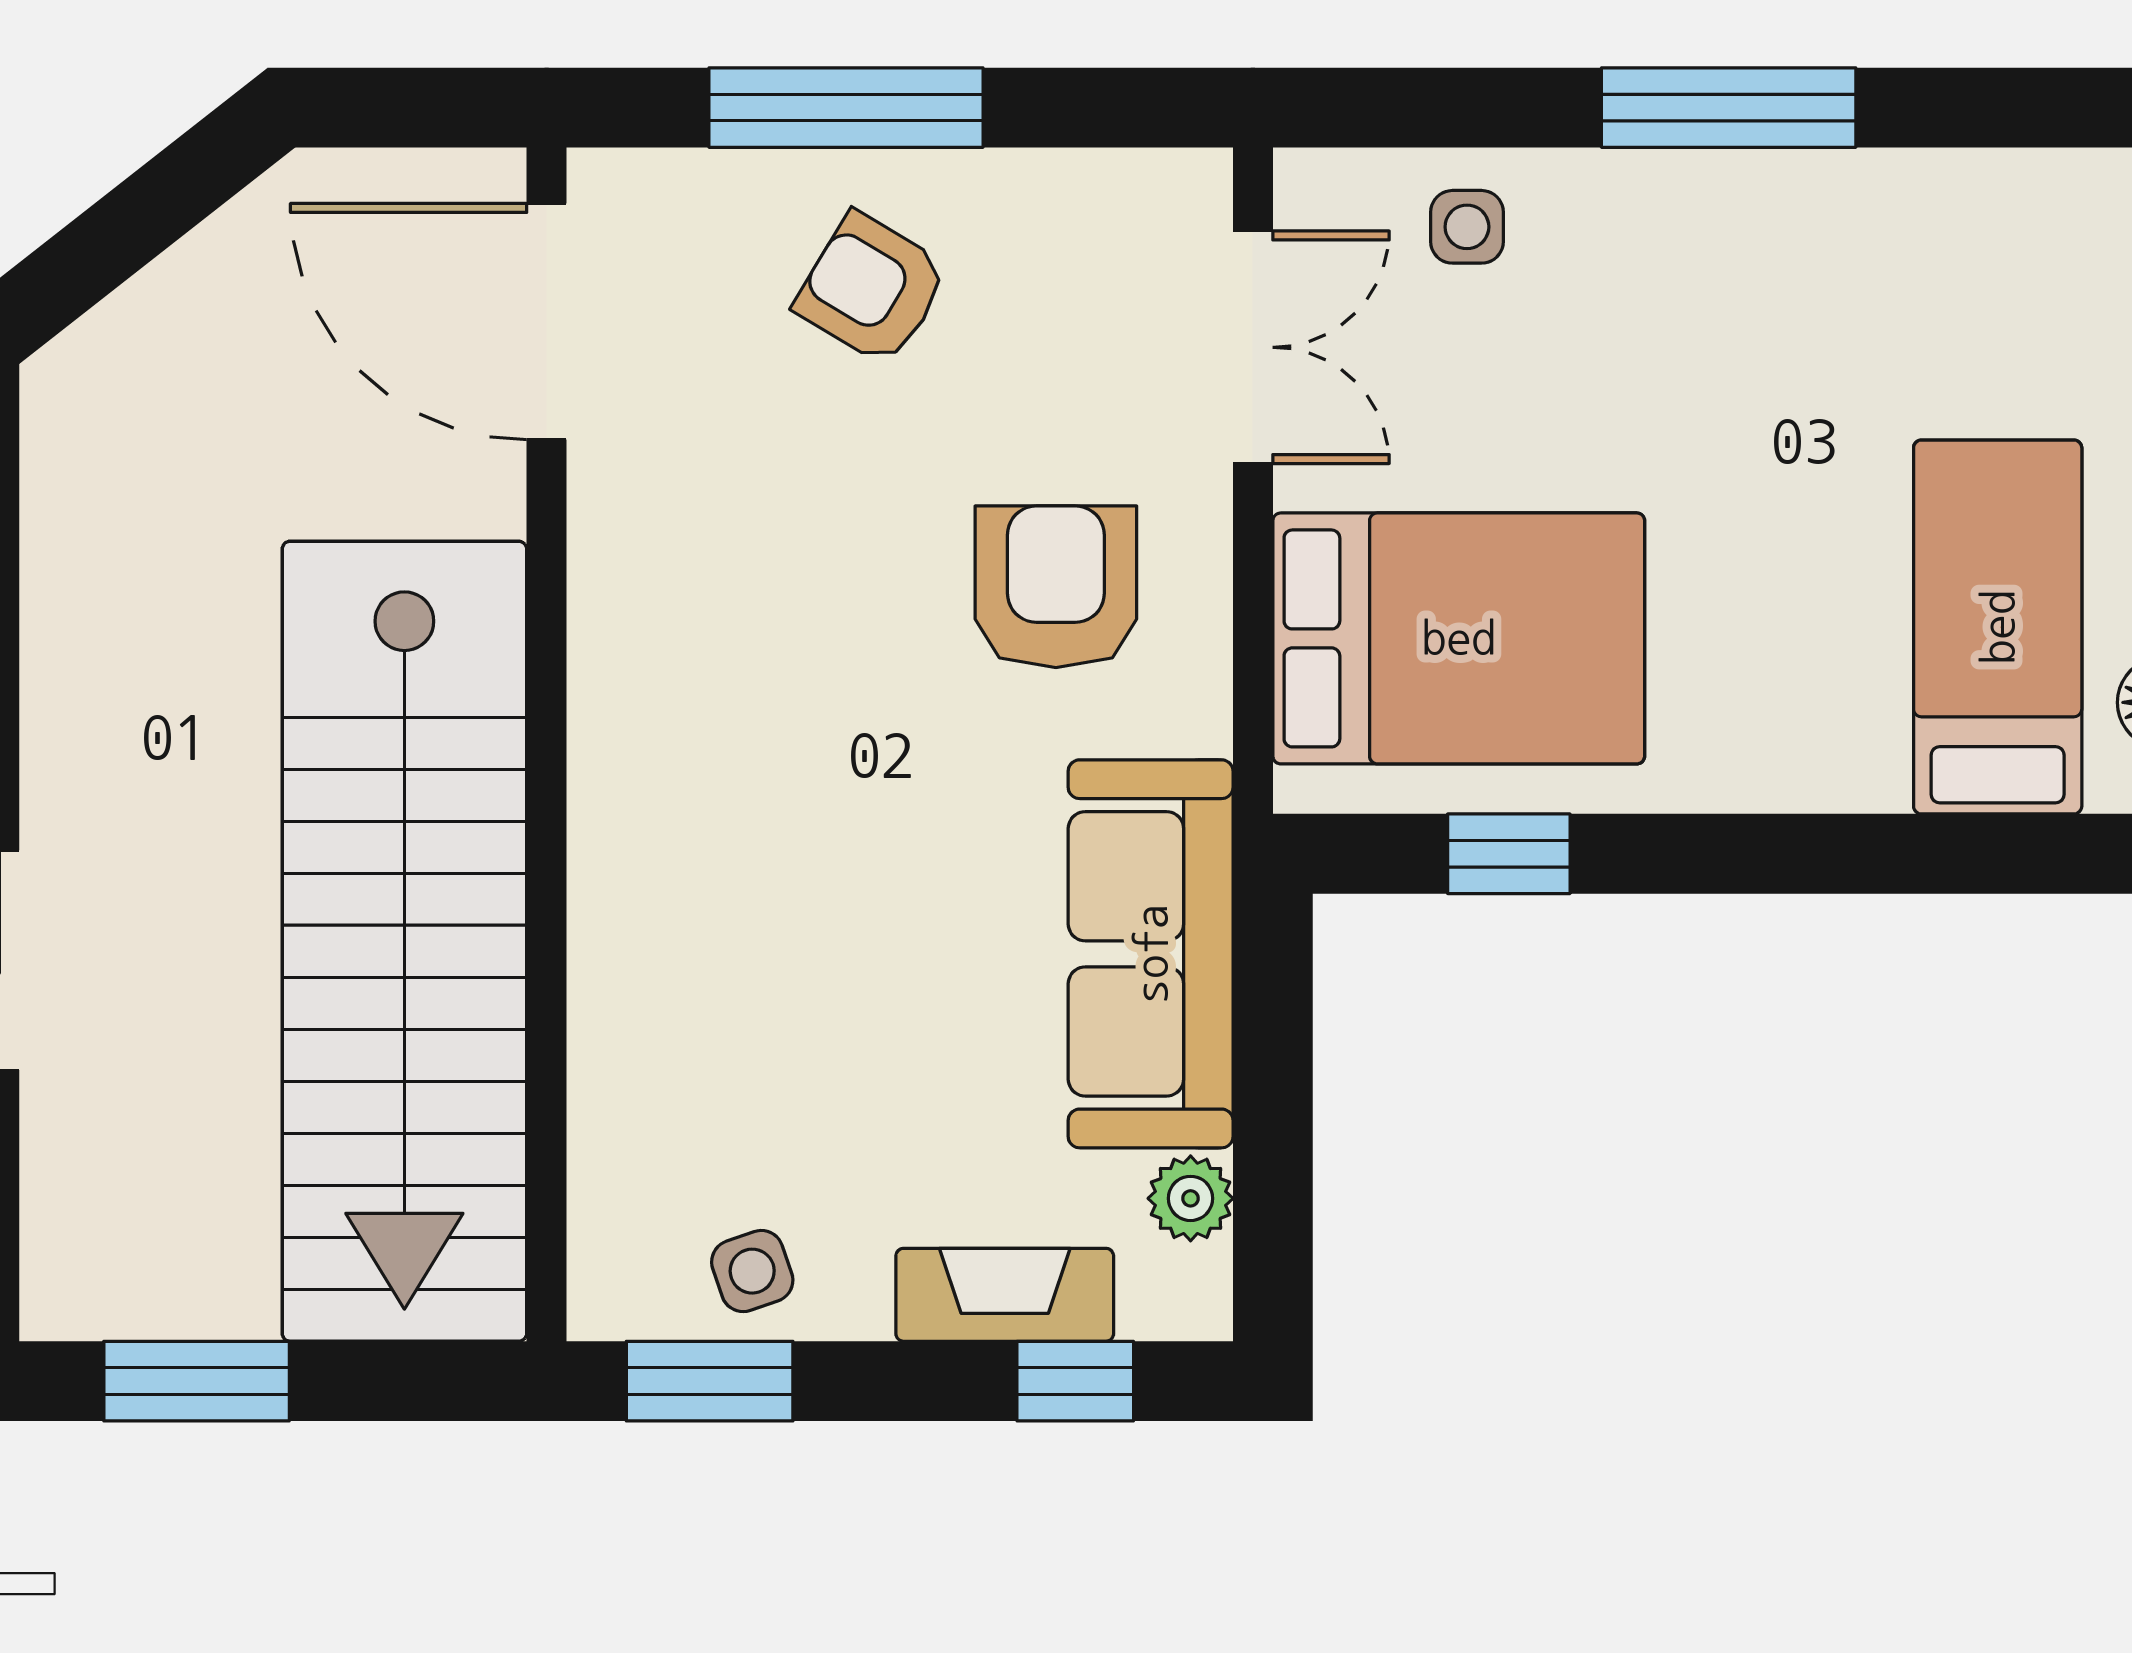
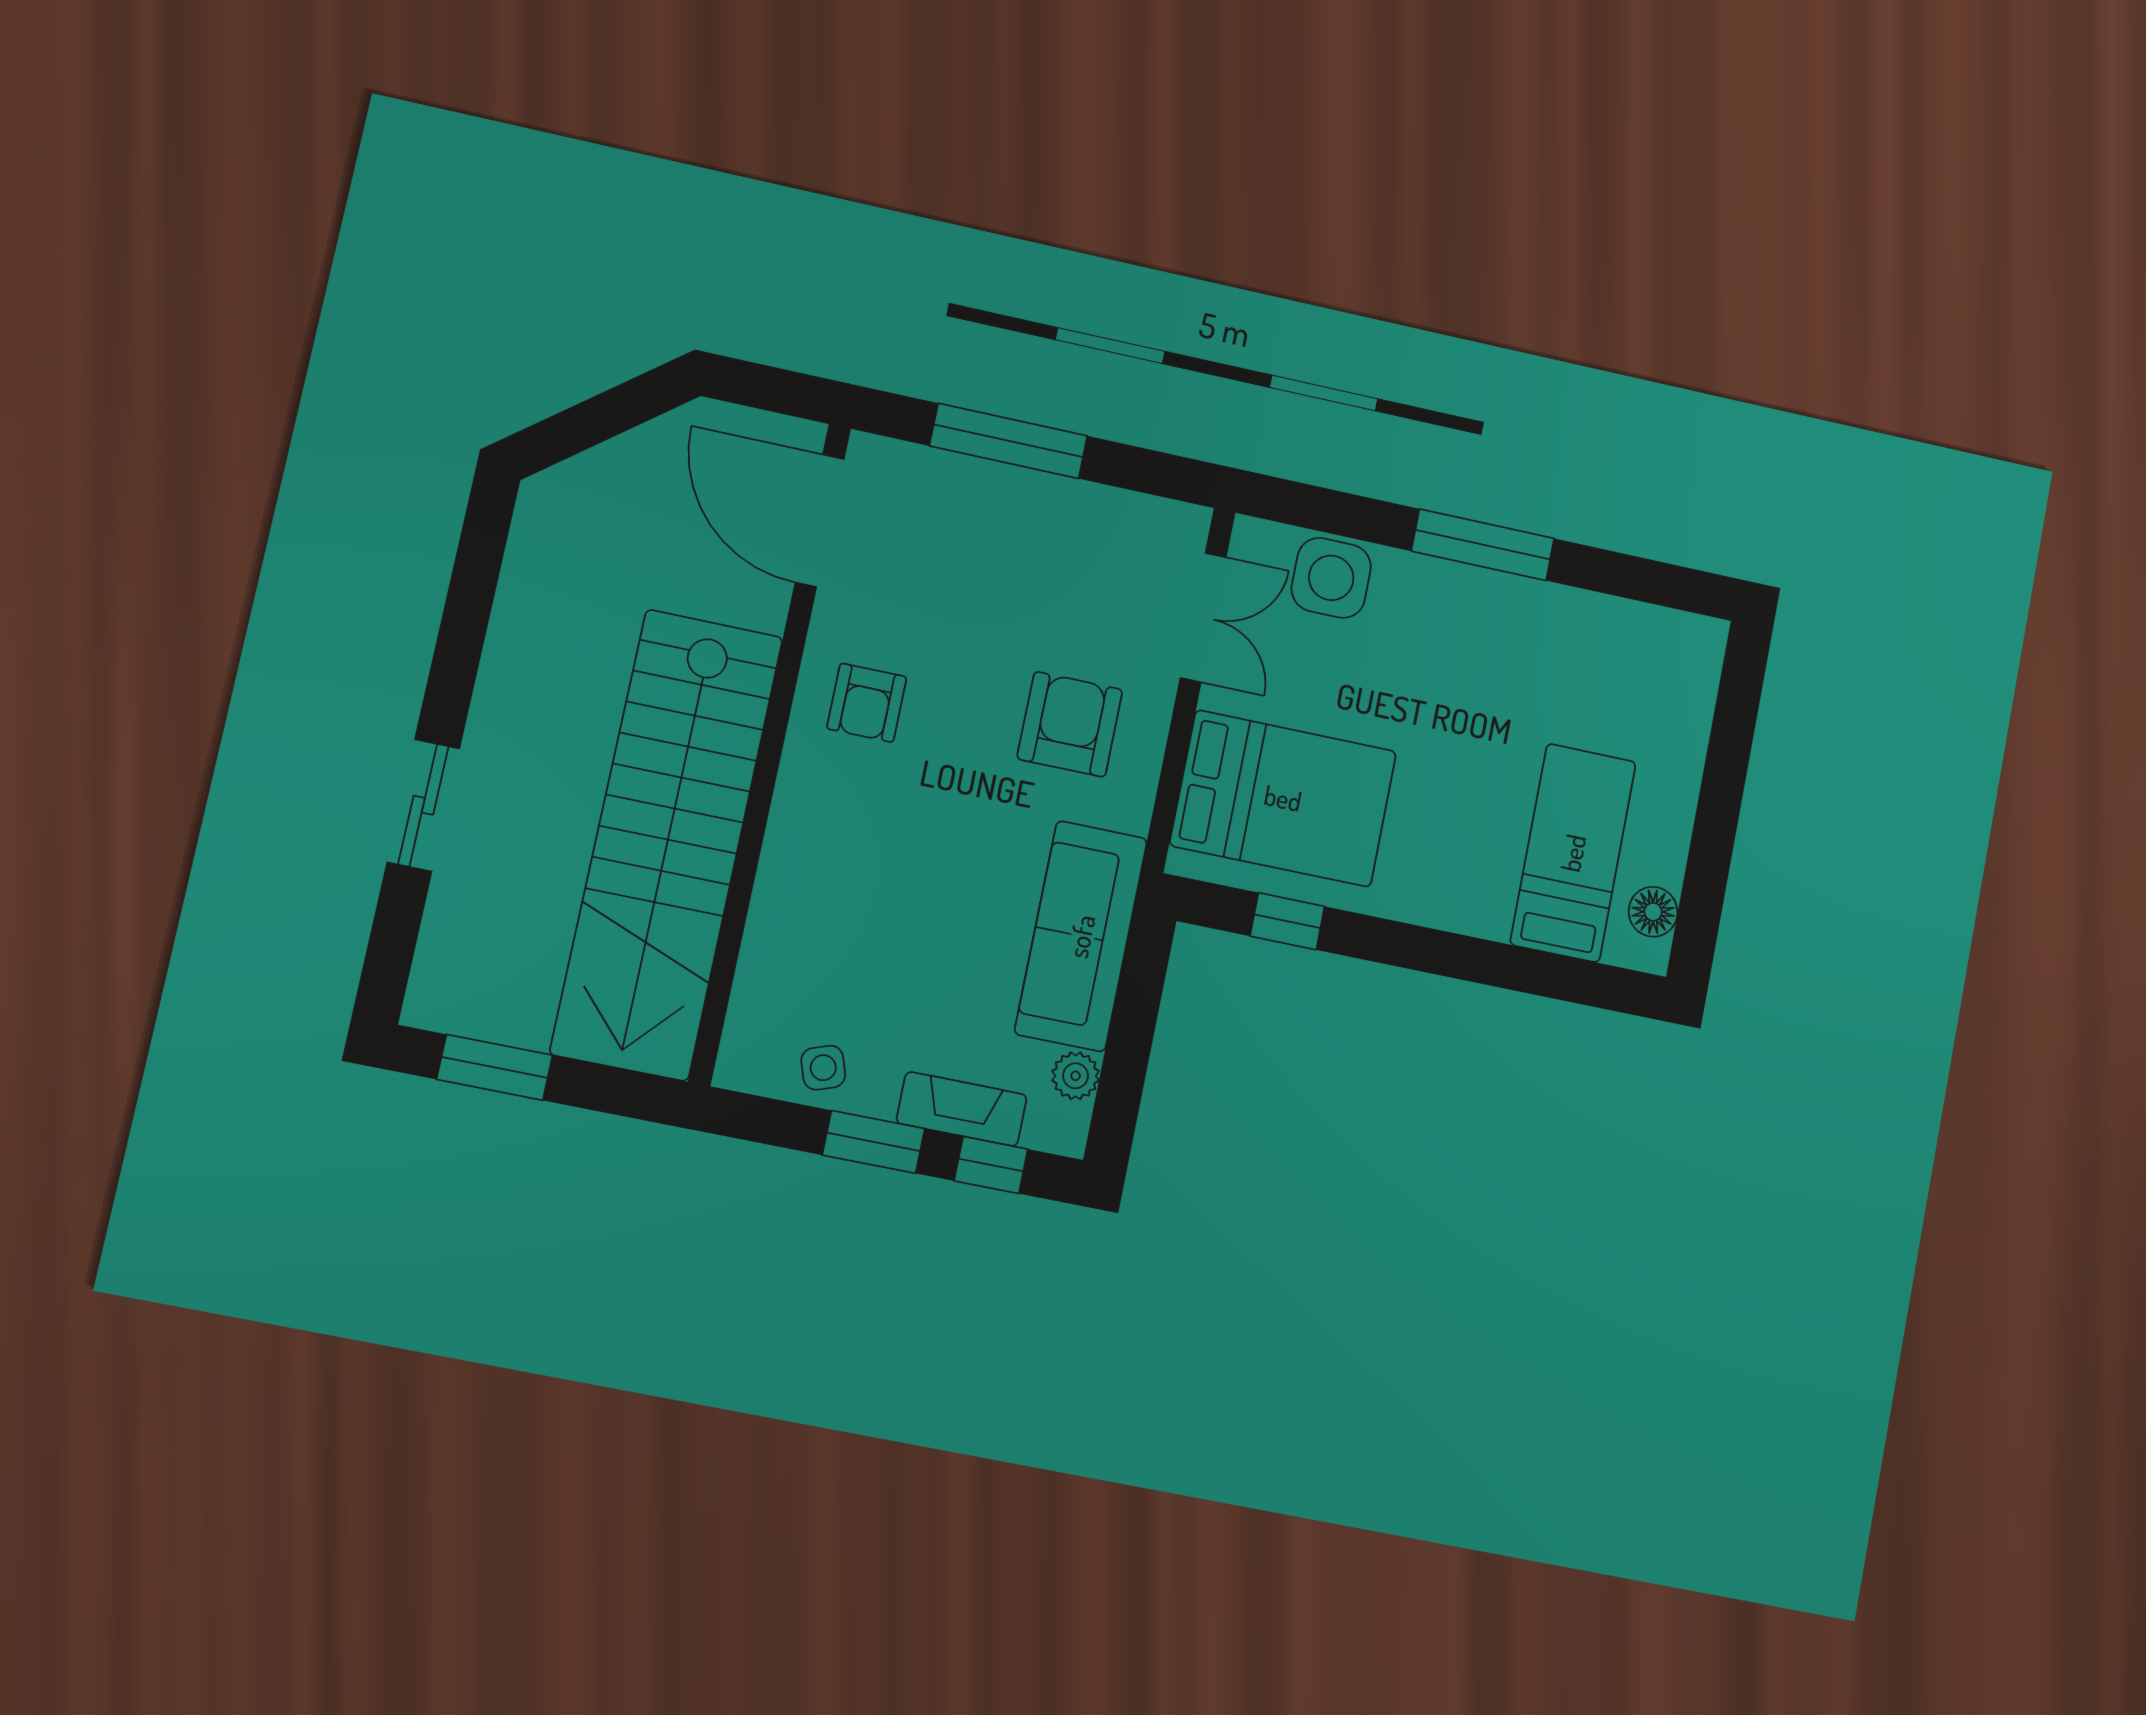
side table: (1467, 227) -> (1331, 578), width x1.87, depth x1.87
armchair: (872, 289) -> (867, 703), moved, turned -121
window: (710, 1381) -> (874, 1142), moved

